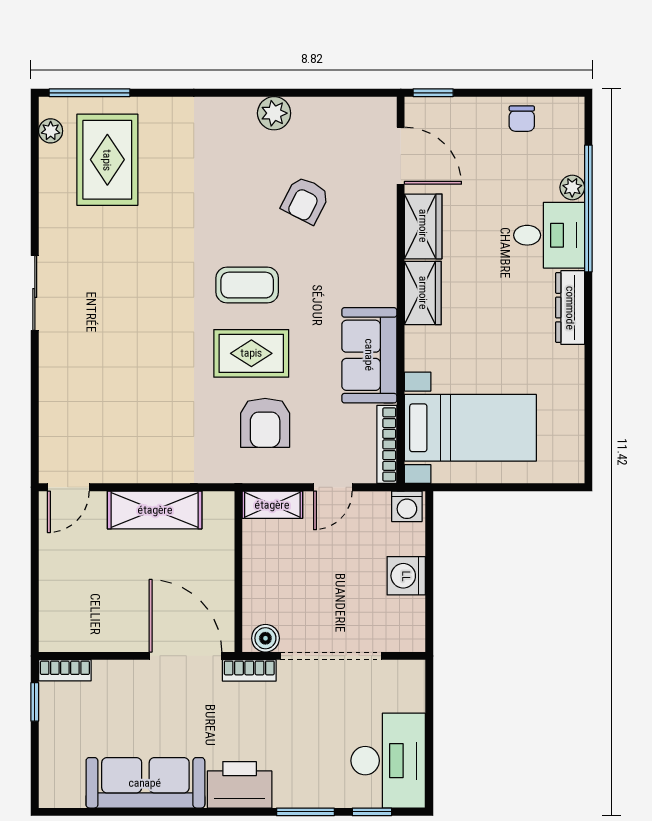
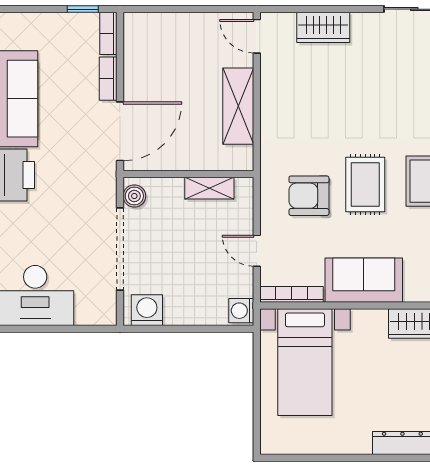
wardrobe: (57, 405) -> (323, 27), added
shelving: (272, 505) -> (209, 188), moved, turned 90
washing machine: (406, 576) -> (147, 310), moved
bookcase: (249, 670) -> (108, 79), moved

